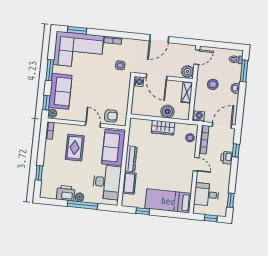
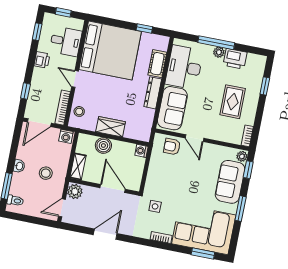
washing machine: (139, 81) -> (141, 151), moved
rug: (75, 148) -> (233, 102), moved
printer: (227, 158) -> (42, 60), moved
bed: (168, 201) -> (110, 50), width x2.04

